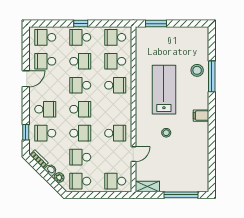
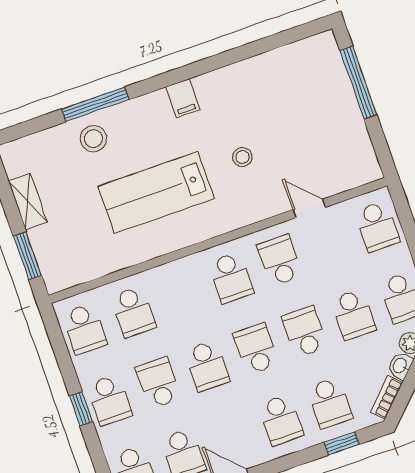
school desk: (115, 85) -> (231, 278), moved, turned 180
school desk: (45, 109) -> (281, 420), turned 180
shelving: (147, 186) -> (28, 202), moved

